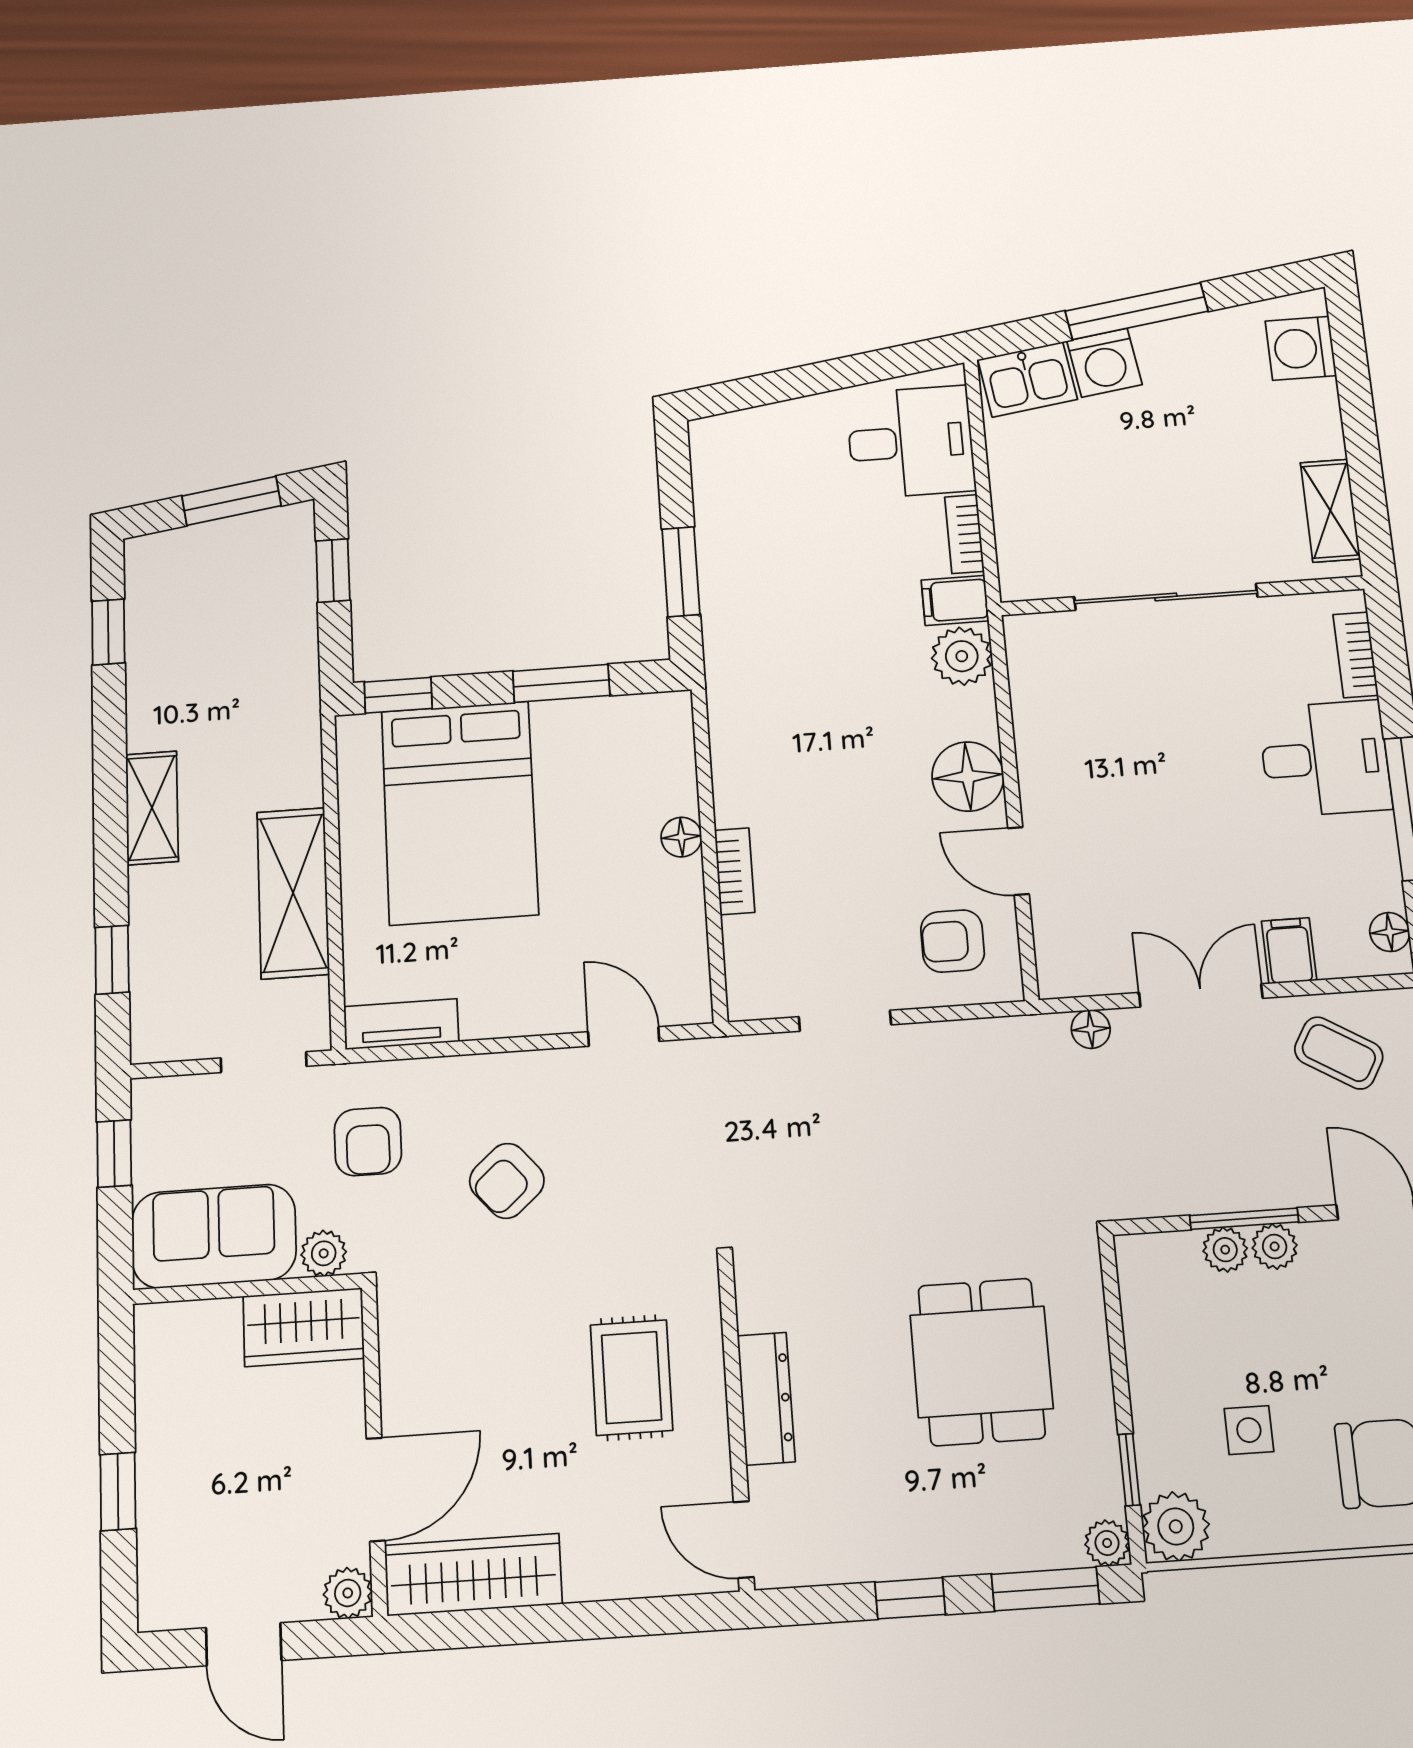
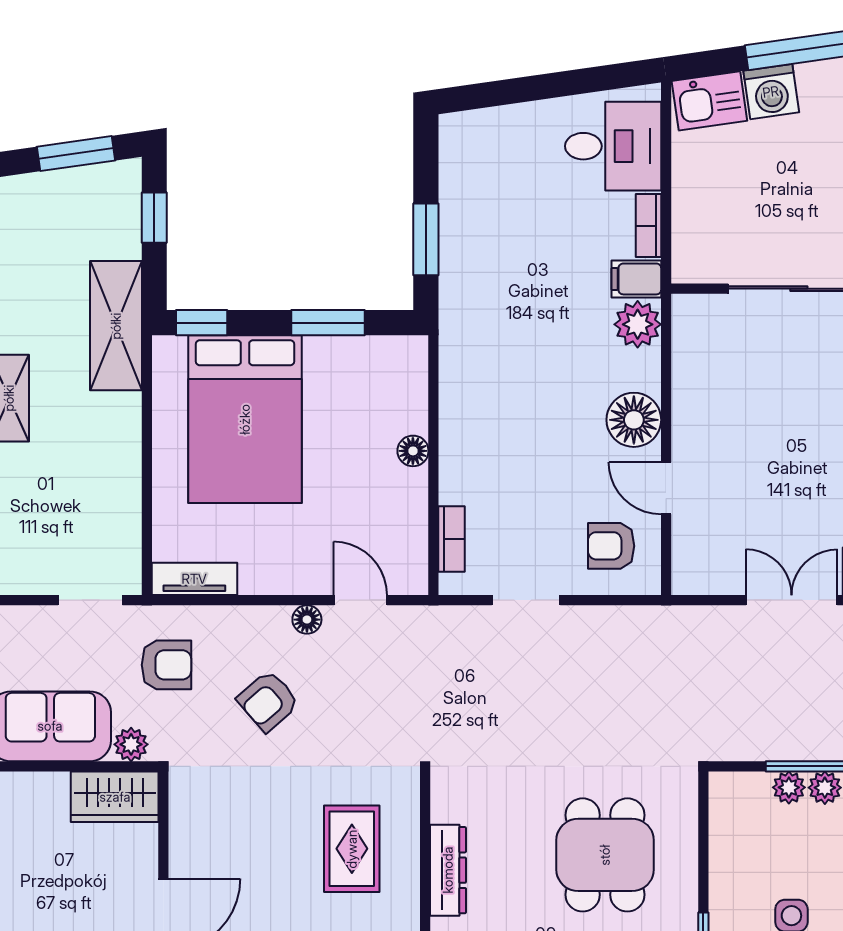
bookcase: (735, 871) -> (452, 539), moved
shelving: (293, 893) -> (116, 326), moved
floor lamp: (1091, 1029) -> (307, 620), moved
armchair: (368, 1142) -> (166, 665), turned -90

